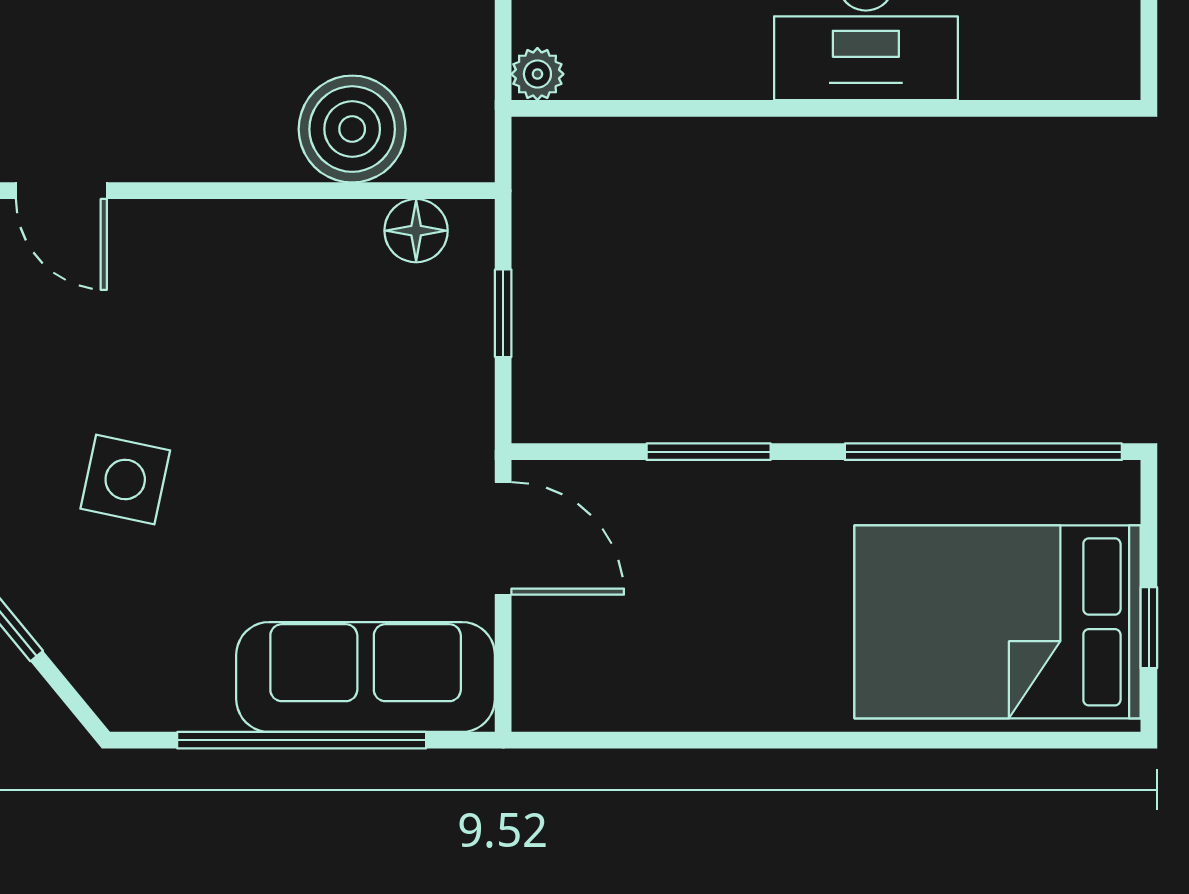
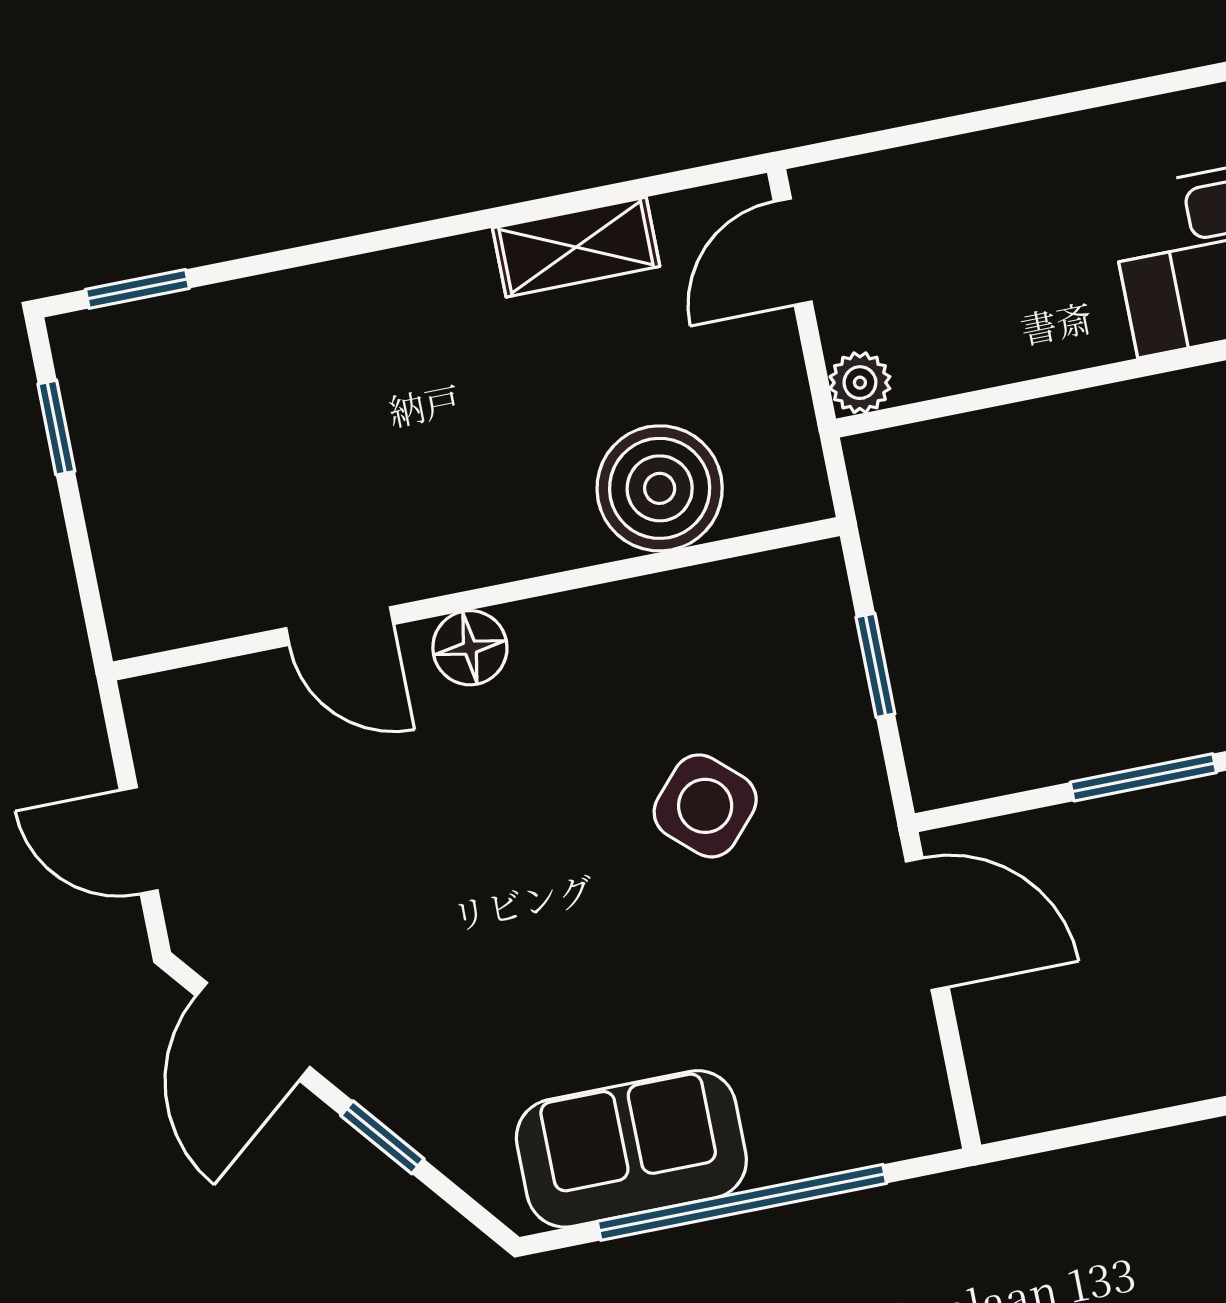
floor lamp: (416, 231) -> (470, 648), moved
side table: (125, 479) -> (705, 806), moved, turned 30
sofa: (366, 677) -> (631, 1149), moved, width x0.73

